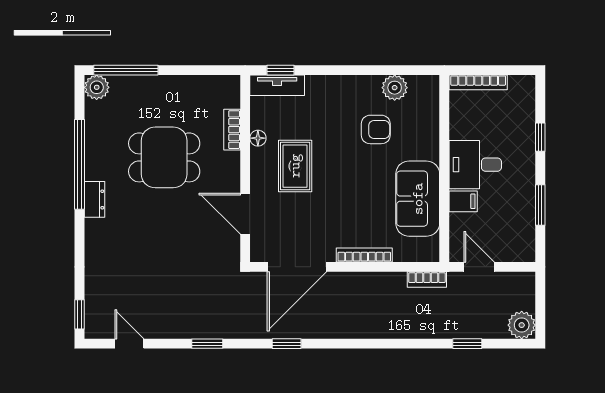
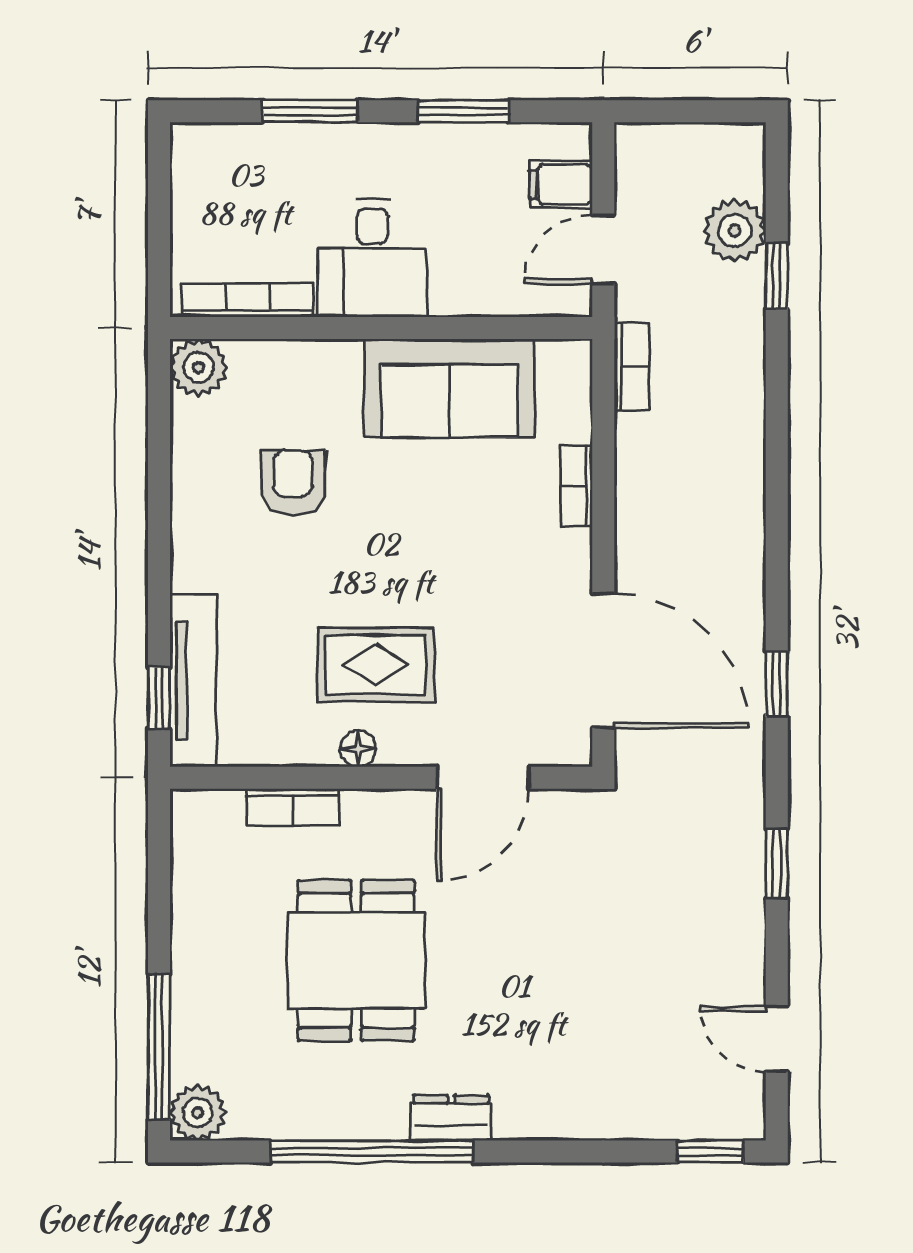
bookcase: (478, 82) -> (248, 300), moved, turned -90
tv unit: (277, 85) -> (193, 680), width x1.41
plant: (395, 88) -> (199, 368), moved
window: (540, 137) -> (310, 111), width x1.50
floor lamp: (258, 138) -> (358, 749), moved
filing cabinet: (463, 201) -> (561, 184), moved, turned -90
bookcase: (364, 255) -> (576, 486), width x0.64
plant: (522, 325) -> (735, 230), moved
door: (129, 344) -> (777, 1039), hinge flipped

